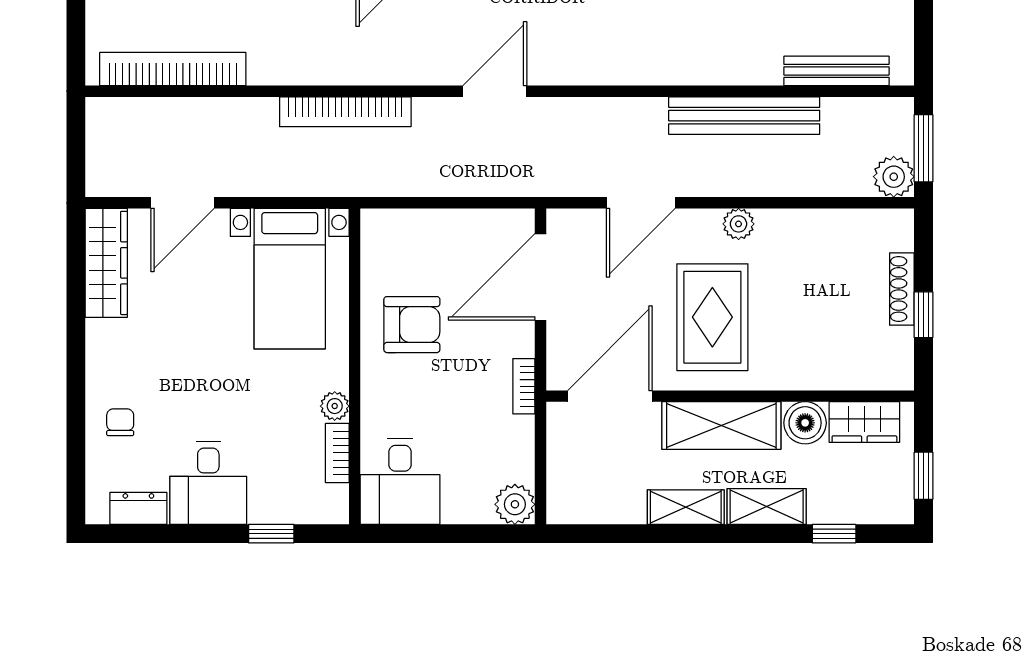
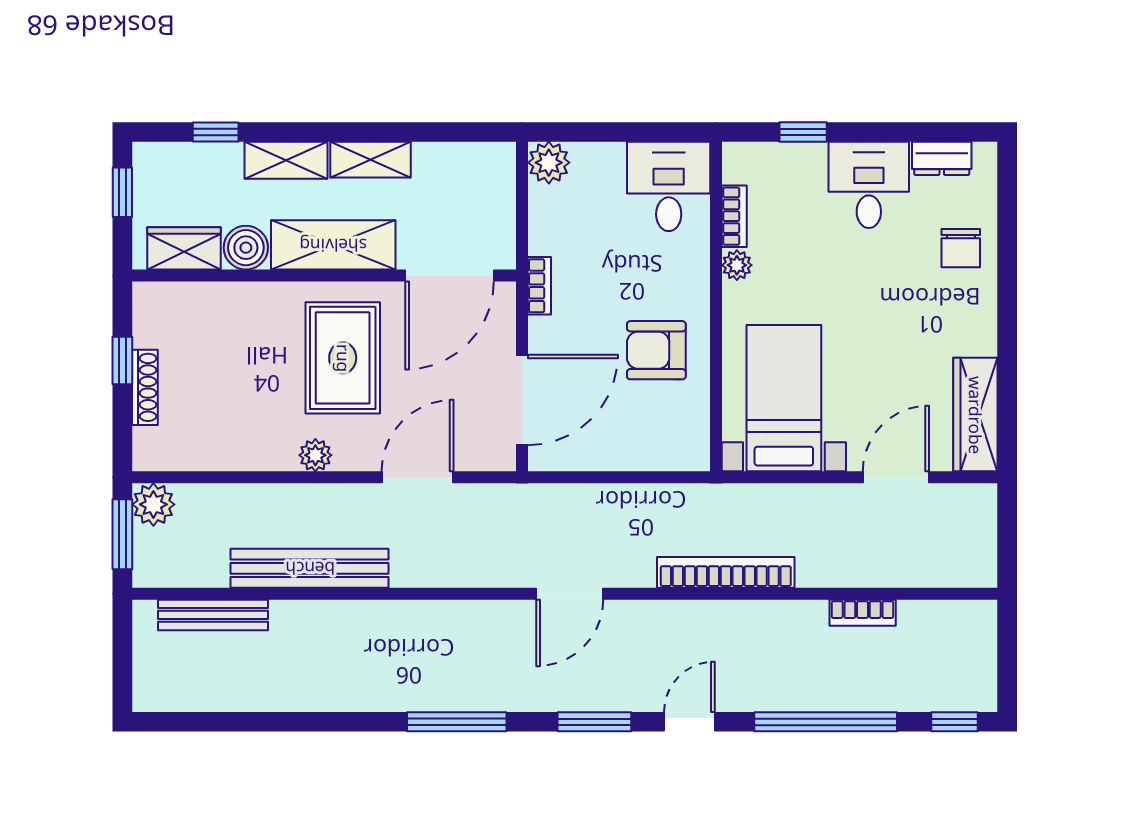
bookcase: (173, 69) -> (863, 613), width x0.43, depth x0.76
chair: (120, 422) -> (961, 248), width x1.37, depth x1.37

